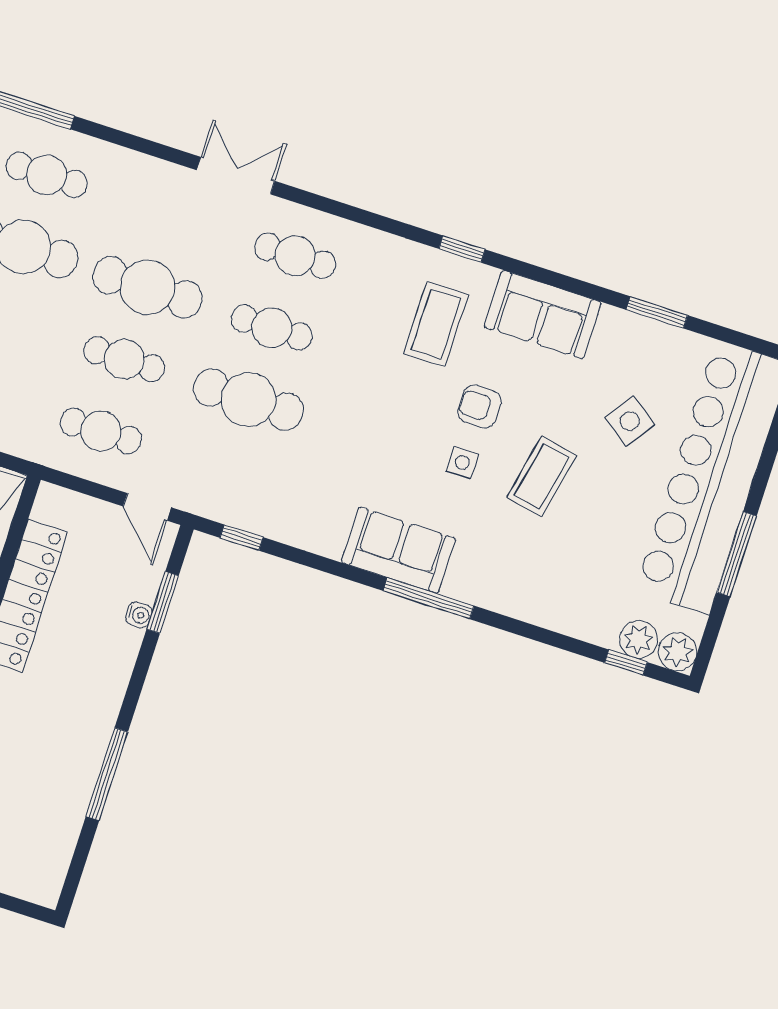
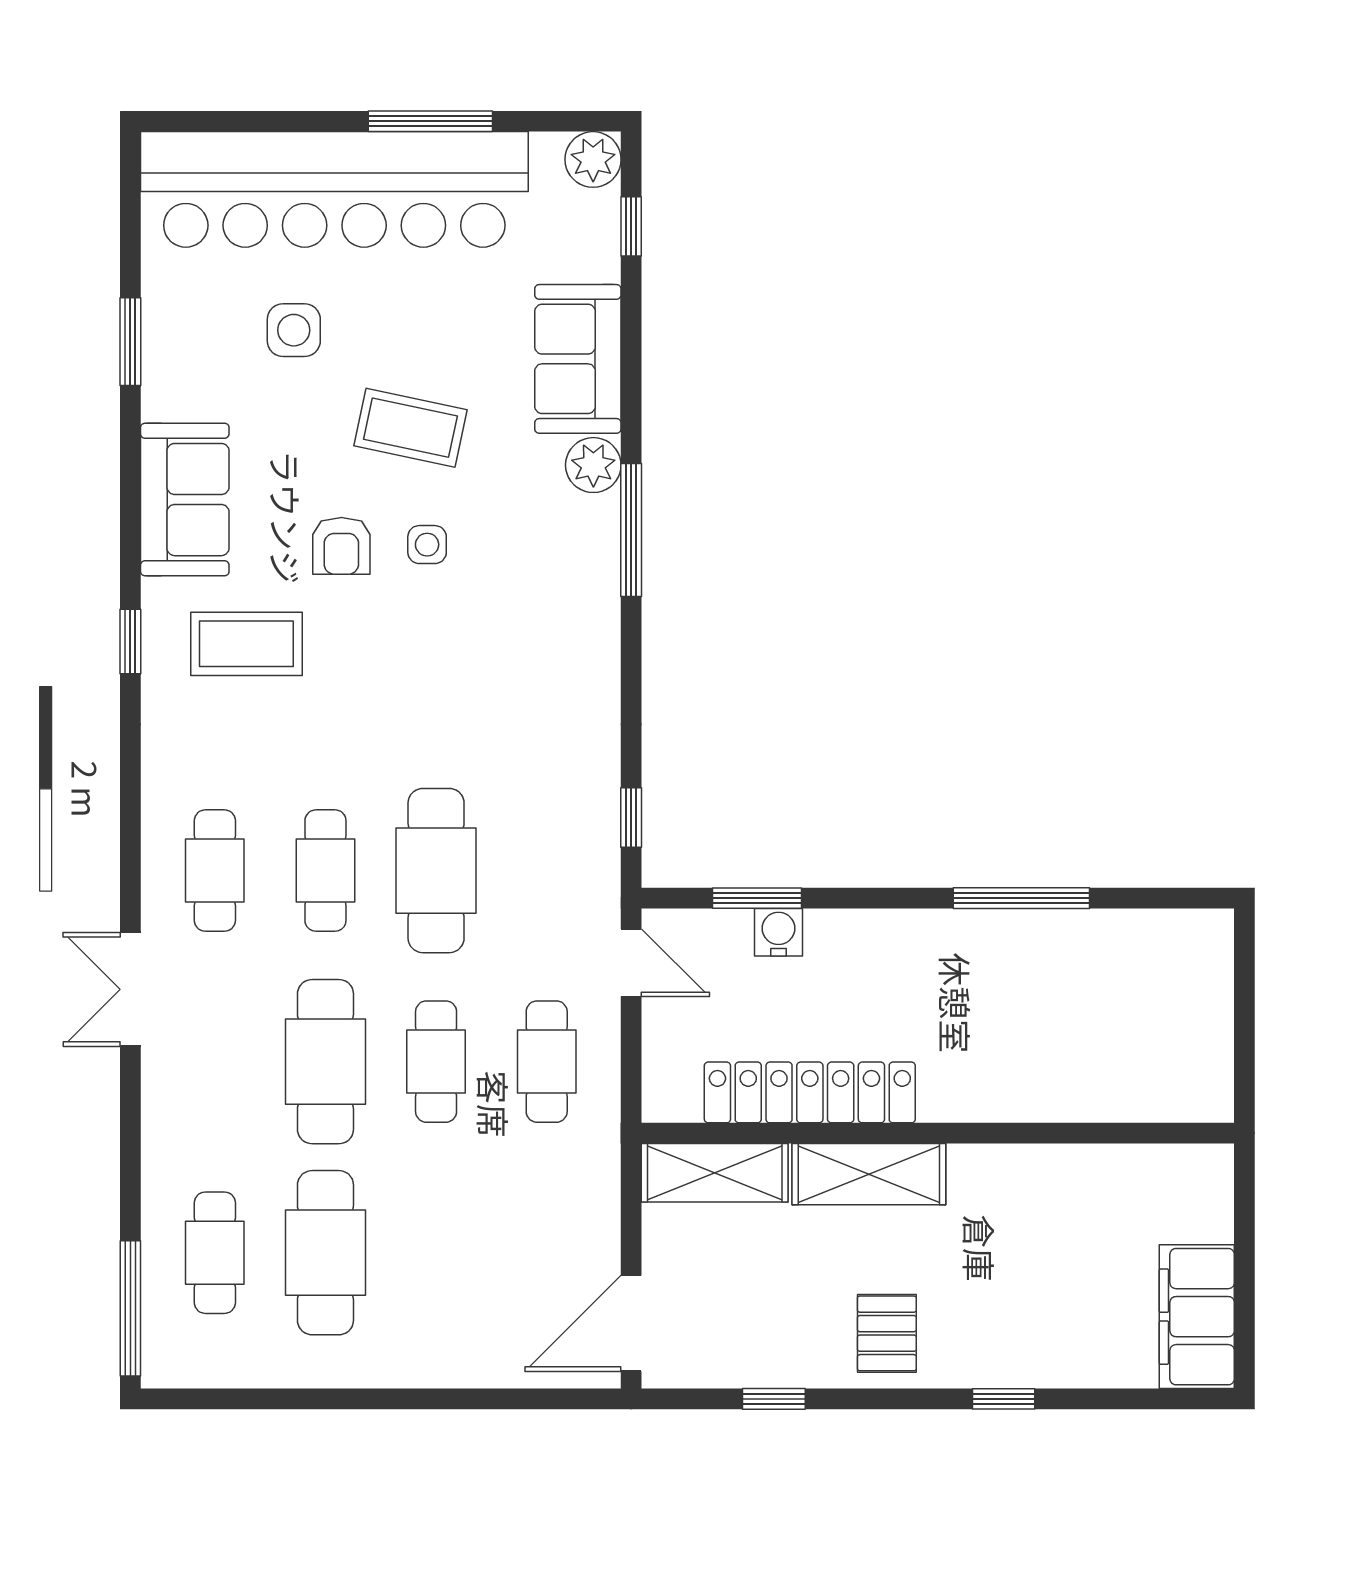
side table: (630, 421) -> (294, 330), turned -35
door: (147, 507) -> (631, 963), hinge flipped
sofa: (398, 550) -> (578, 359), moved
water cooler: (139, 615) -> (779, 932), width x1.38, depth x1.38
plant: (639, 639) -> (593, 465), moved

